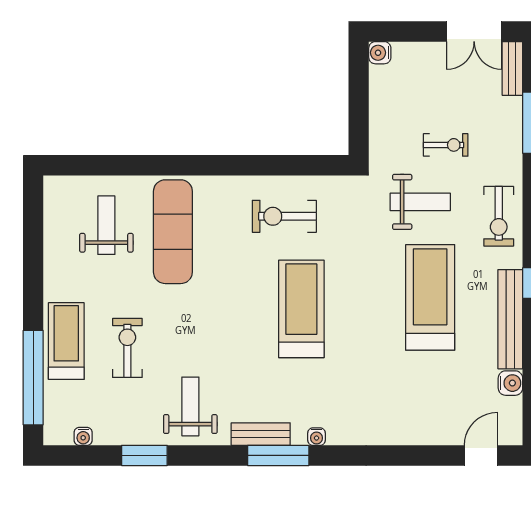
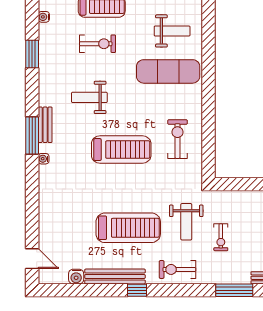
weight bench: (190, 406) -> (89, 97), moved, turned 180

